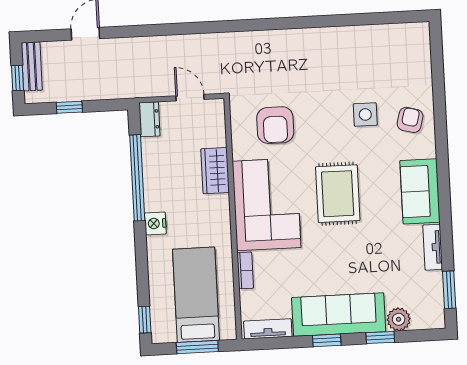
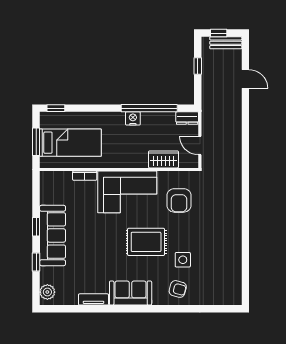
door: (190, 98) -> (200, 145), swing flipped
armchair: (275, 125) -> (179, 200), turned -90
wardrobe: (215, 171) -> (163, 159), moved
rug: (338, 194) -> (146, 242), moved
nightstand: (155, 223) -> (133, 118), moved
window: (449, 290) -> (65, 309), removed
plant: (399, 319) -> (47, 292), moved
tv unit: (268, 329) -> (46, 189), removed

